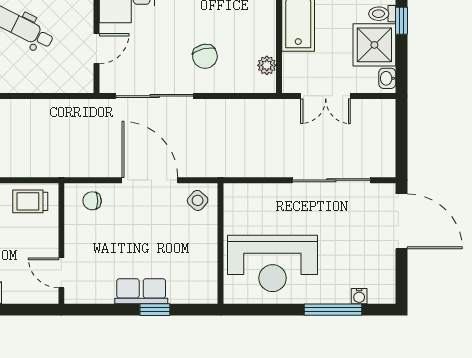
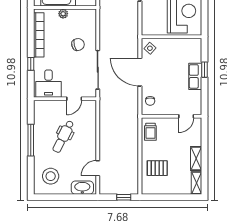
door: (97, 49) -> (74, 99), swing flipped
plant: (267, 65) -> (63, 14), moved
door: (150, 180) -> (140, 72), hinge flipped

